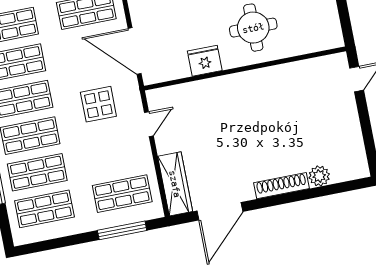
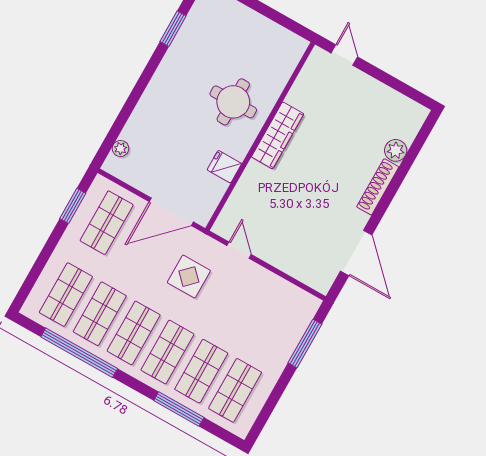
fridge: (205, 61) -> (224, 167), width x0.72
wardrobe: (175, 184) -> (278, 135), moved, turned 90
shop shelf: (122, 194) -> (276, 318), removed

